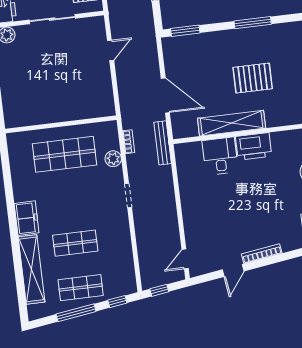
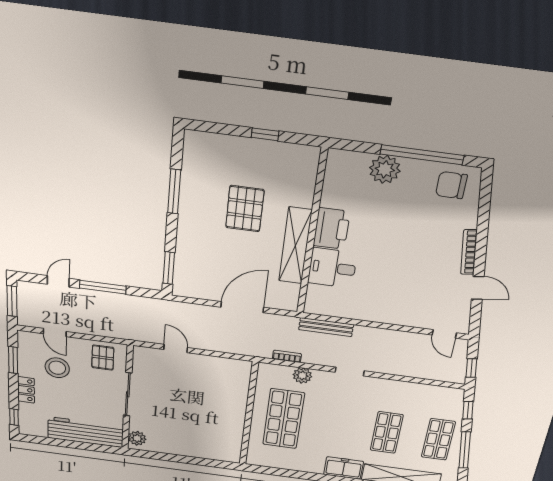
bench: (163, 143) -> (326, 327), moved

